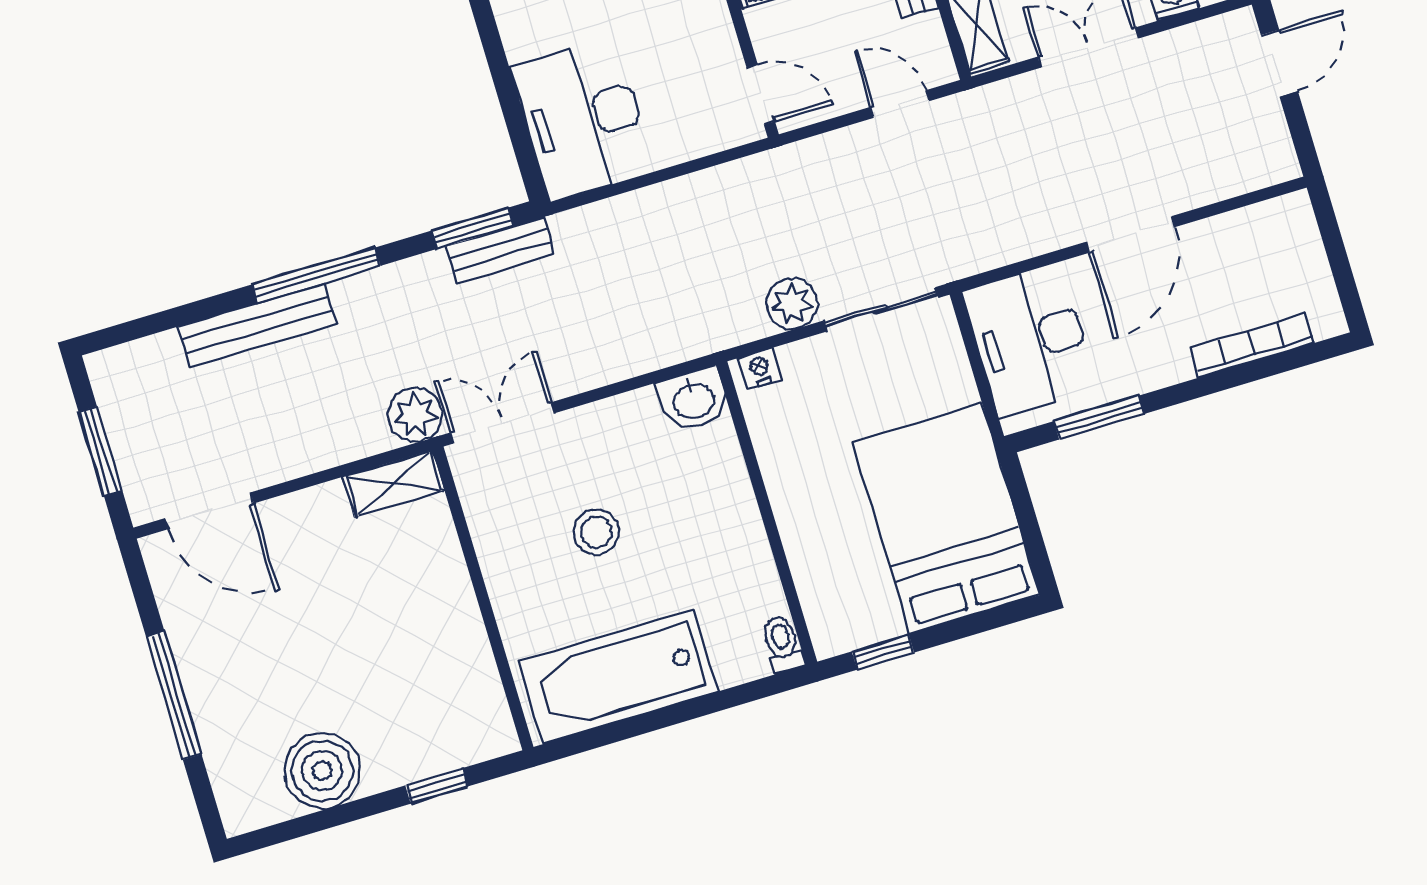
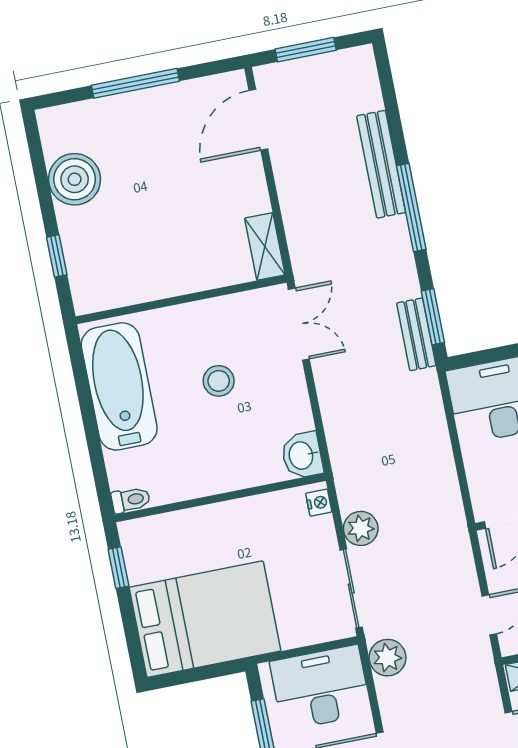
plant: (415, 415) -> (388, 658), moved

